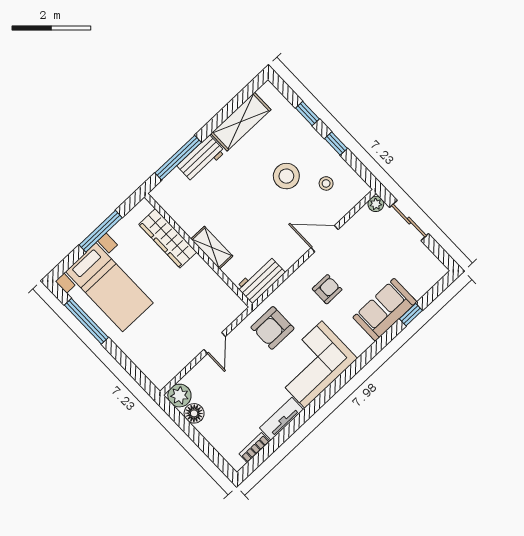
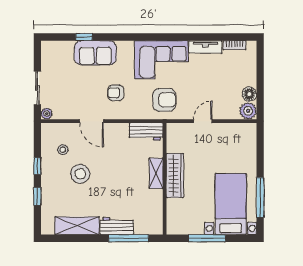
wardrobe: (168, 238) -> (175, 176), moved

